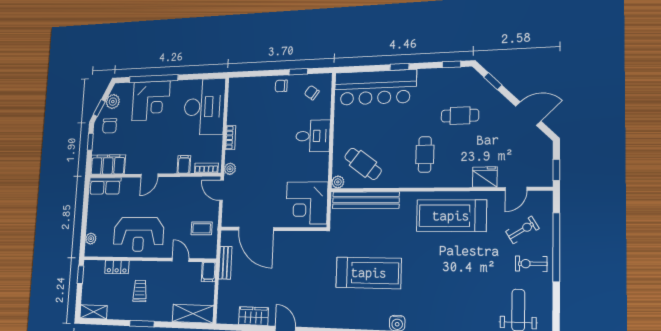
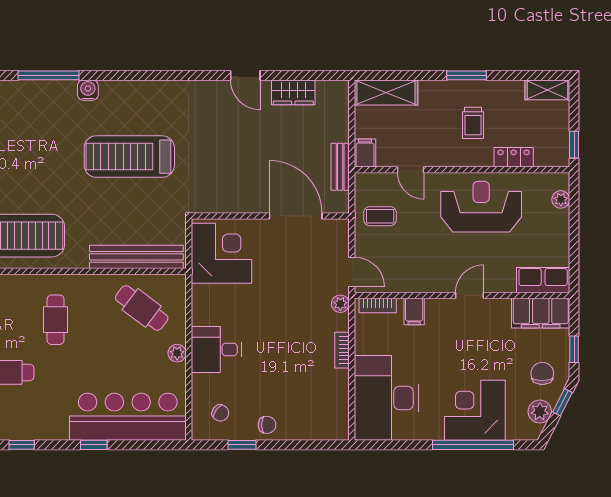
plant: (338, 182) -> (177, 353), moved

